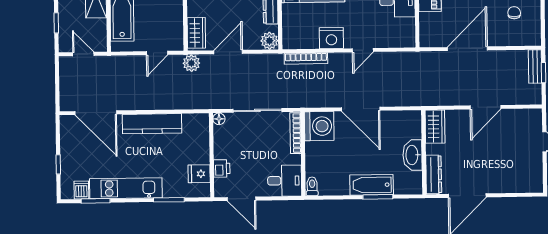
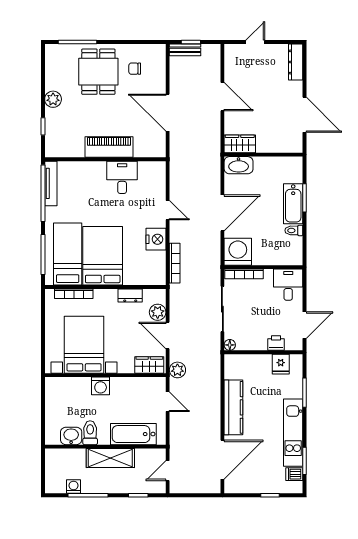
plant: (269, 41) -> (158, 312), moved
washbasin: (412, 155) -> (239, 165), moved
dresser: (434, 174) -> (296, 62), moved, turned -90
toilet: (312, 186) -> (294, 230), moved

